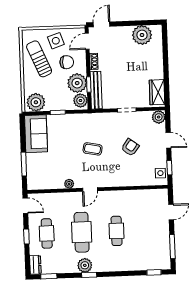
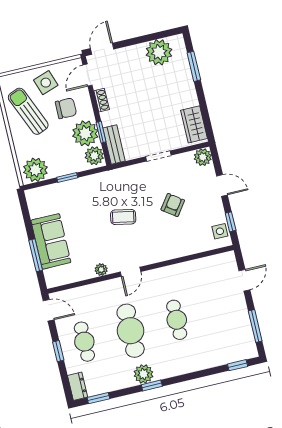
window: (165, 50) -> (194, 66), added
bench: (96, 90) -> (114, 145), width x0.73
sofa: (36, 134) -> (51, 241), moved

